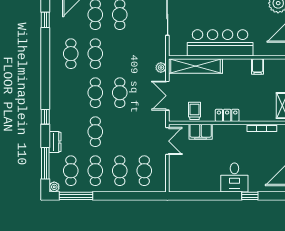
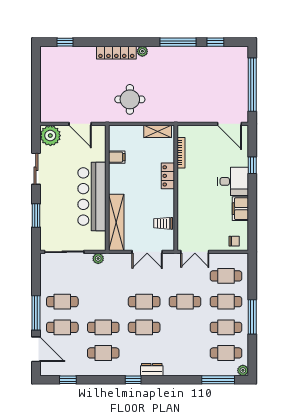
plant: (161, 67) -> (98, 259), moved
locker: (227, 115) -> (168, 176), moved
window: (45, 117) -> (133, 380), moved
cafe table: (95, 132) -> (185, 302), moved
filing cabinet: (201, 132) -> (240, 209), moved, turned 180
double door: (167, 141) -> (195, 252), swing flipped
dresser: (55, 142) -> (152, 370), moved
chair: (177, 178) -> (234, 241), added
window: (76, 196) -> (252, 317), moved

